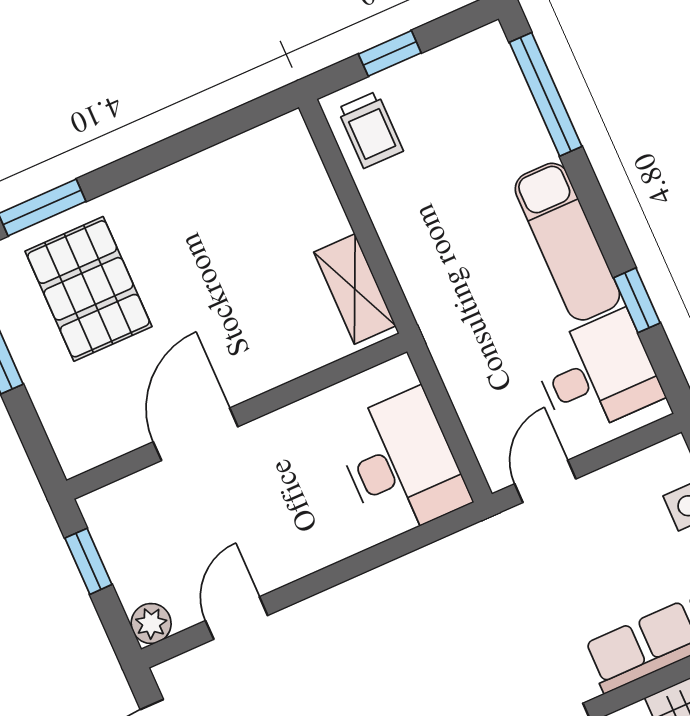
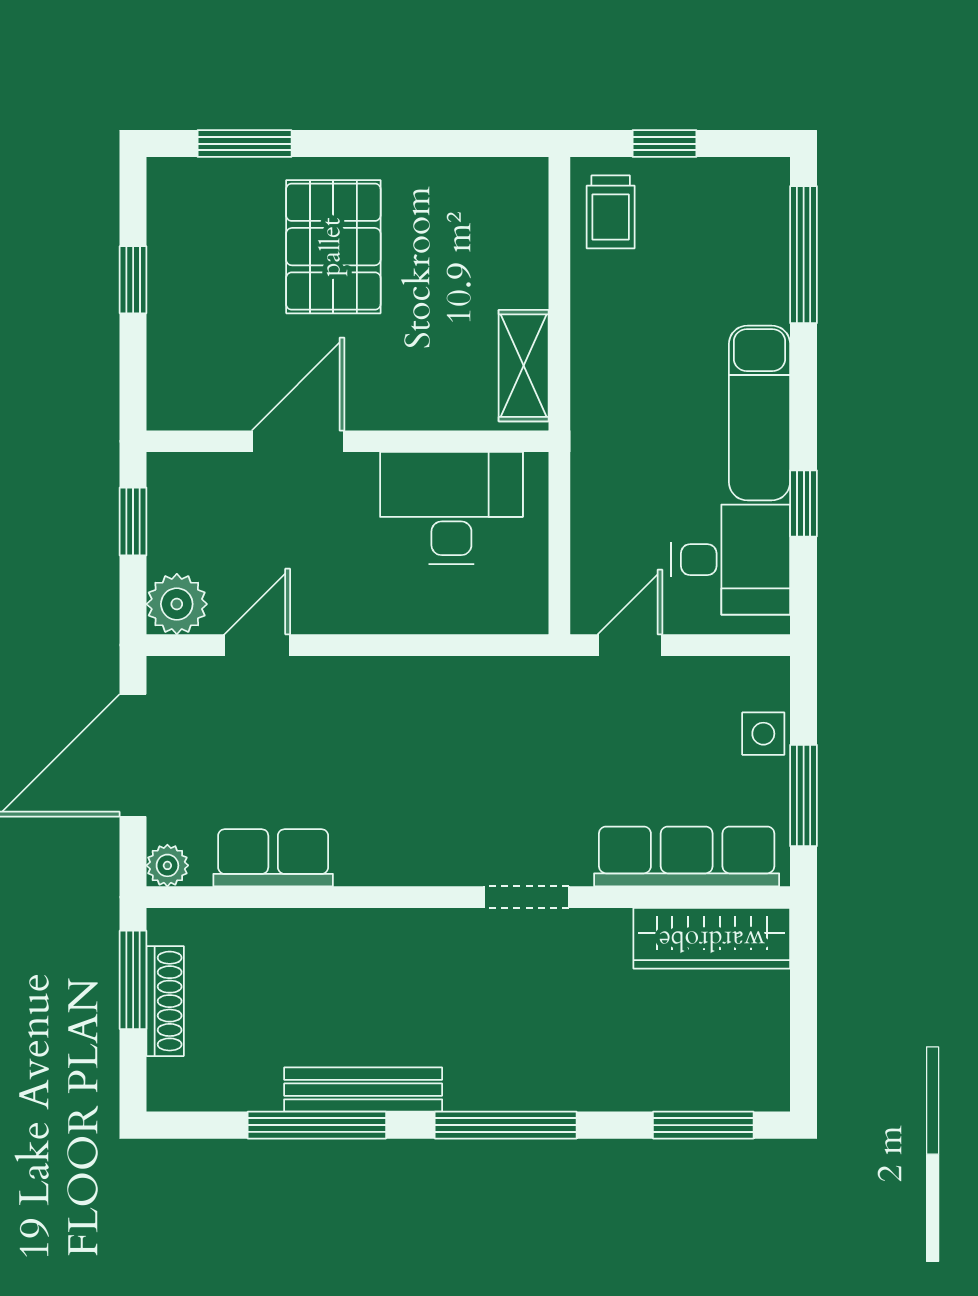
pallet: (89, 289) -> (333, 247), moved
desk: (401, 464) -> (451, 508), moved, turned -90
plant: (151, 623) -> (177, 604), width x1.38, depth x1.38

